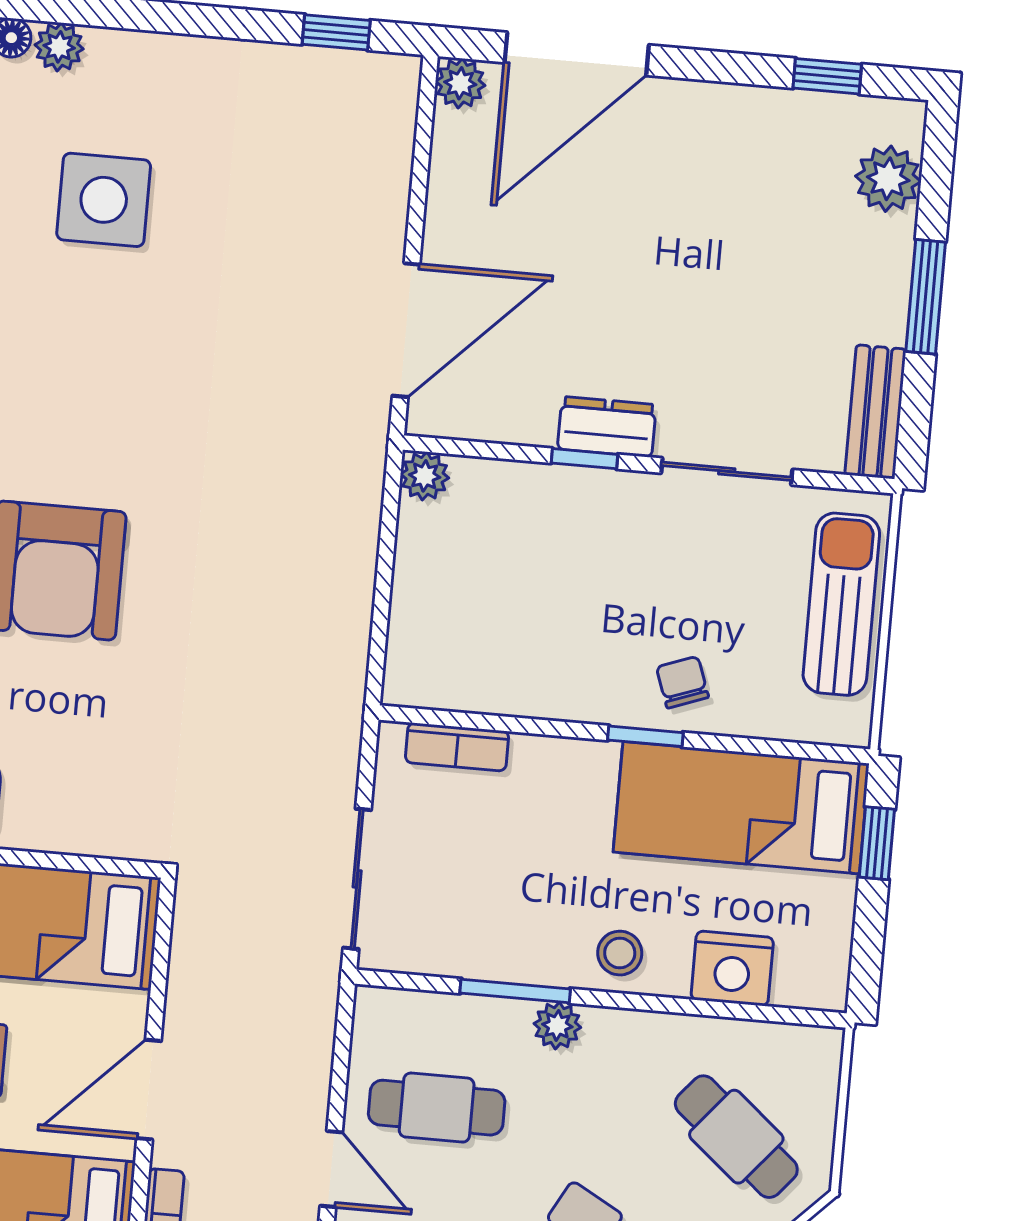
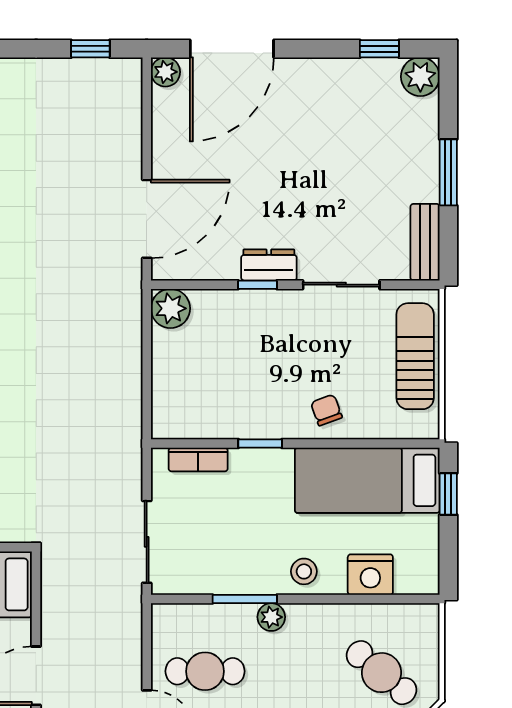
plant: (888, 179) -> (420, 77), moved
plant: (425, 476) -> (170, 308), width x1.38, depth x1.38
window: (645, 736) -> (260, 444), moved

